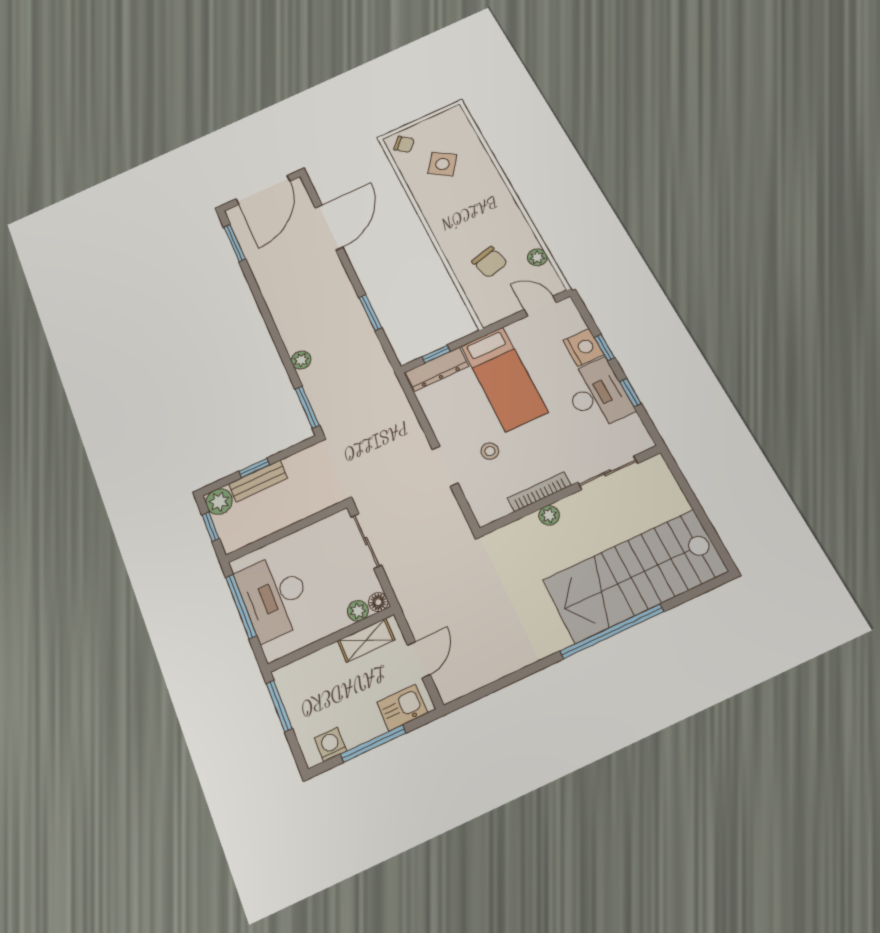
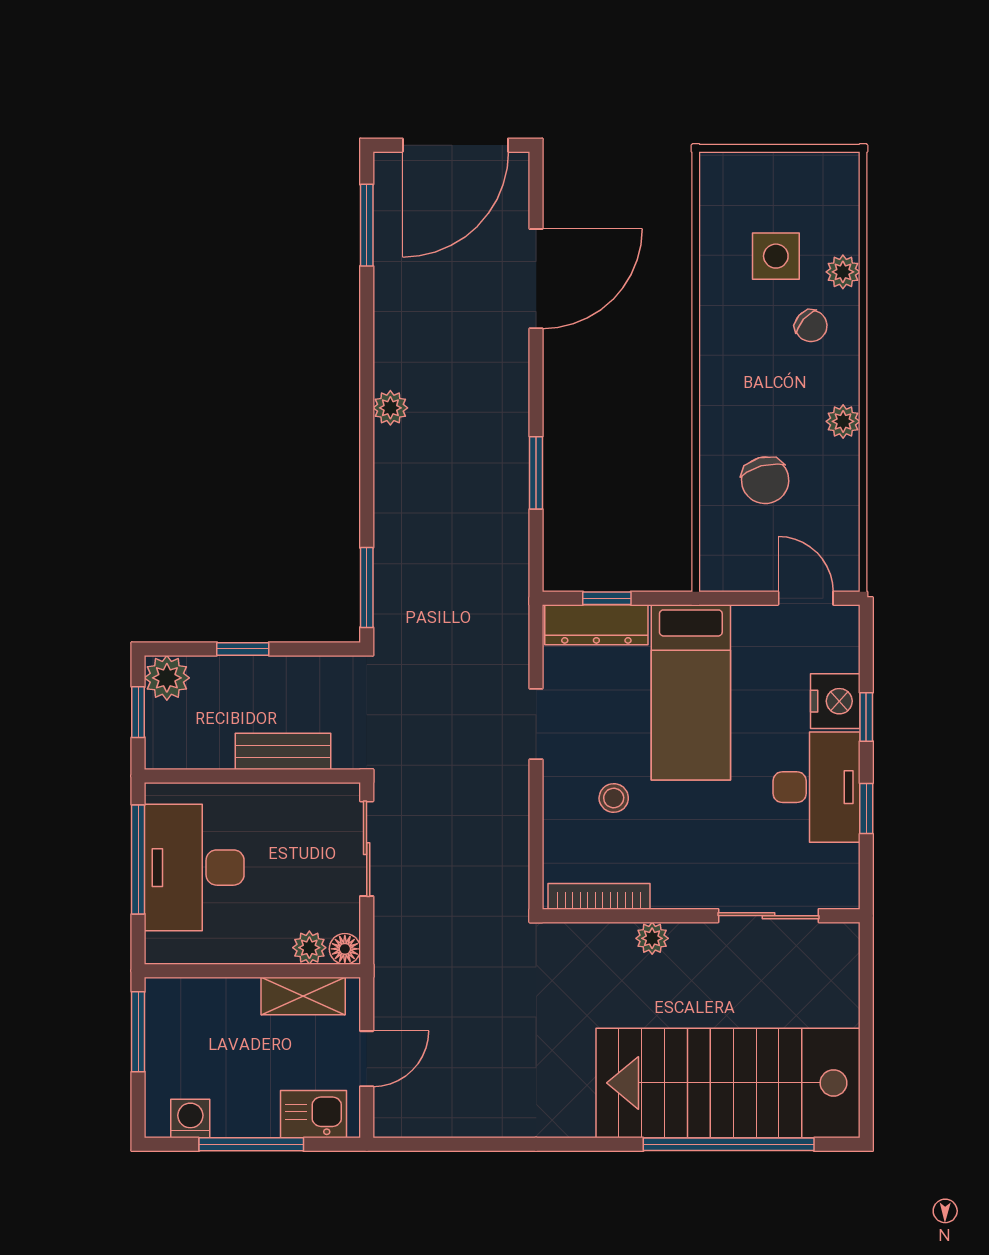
chair: (404, 144) -> (811, 326), moved
plant: (479, 155) -> (843, 272), added
side table: (442, 164) -> (776, 256), turned -35
plant: (537, 257) -> (843, 421), moved
plant: (301, 360) -> (390, 408), moved
doorway: (445, 466) -> (536, 724), moved
bench: (258, 481) -> (283, 751), moved
bookcase: (539, 492) -> (599, 896), moved
window: (612, 631) -> (729, 1144), moved

